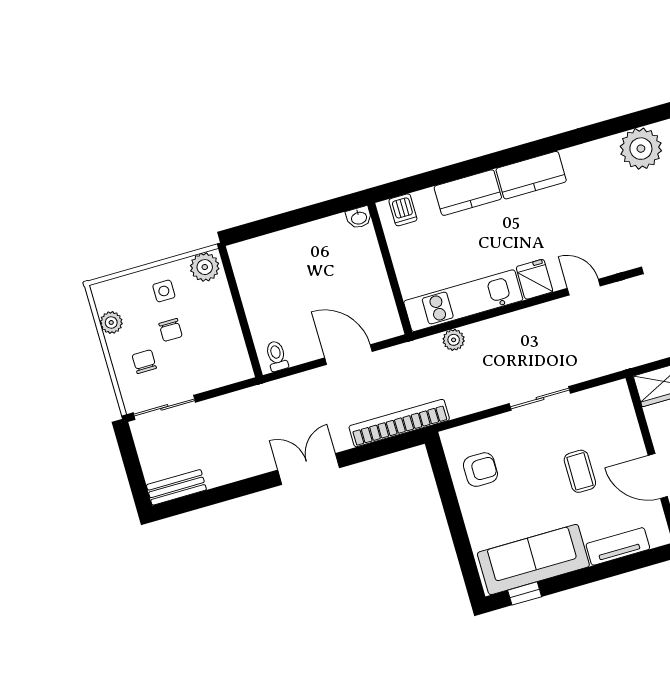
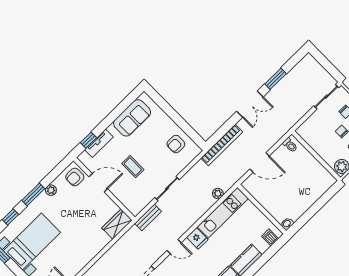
bench: (176, 487) -> (148, 217), moved
window: (238, 489) -> (276, 79), added
sofa: (533, 560) -> (132, 118), width x0.73
window: (525, 593) -> (89, 140), moved

